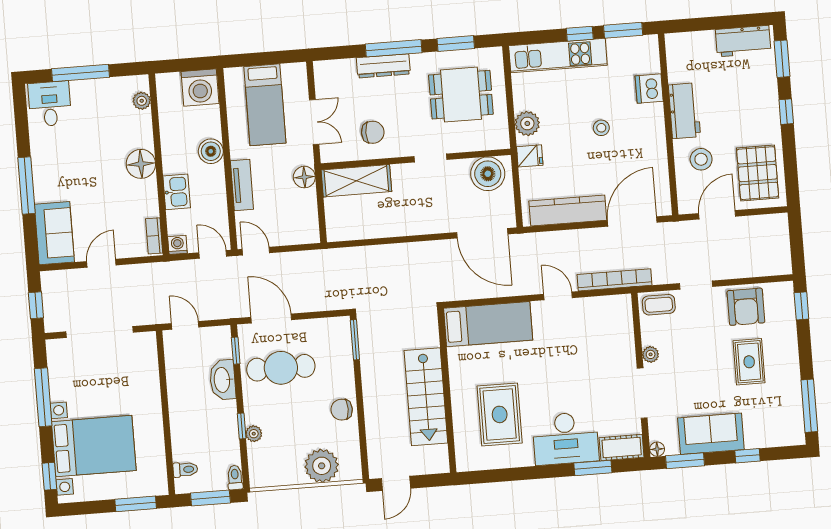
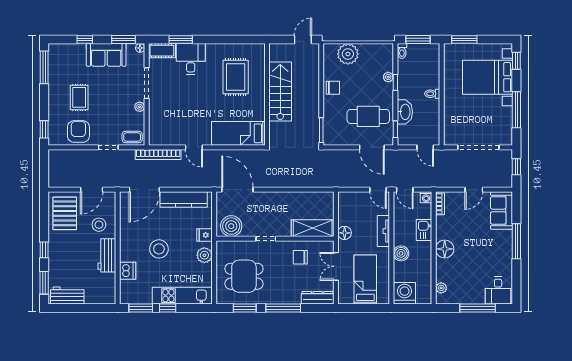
dresser: (383, 66) -> (318, 298), moved
stool: (601, 128) -> (159, 249), width x1.89, depth x1.89
desk: (566, 438) -> (191, 59), width x0.73
toilet: (185, 470) -> (432, 94), moved

